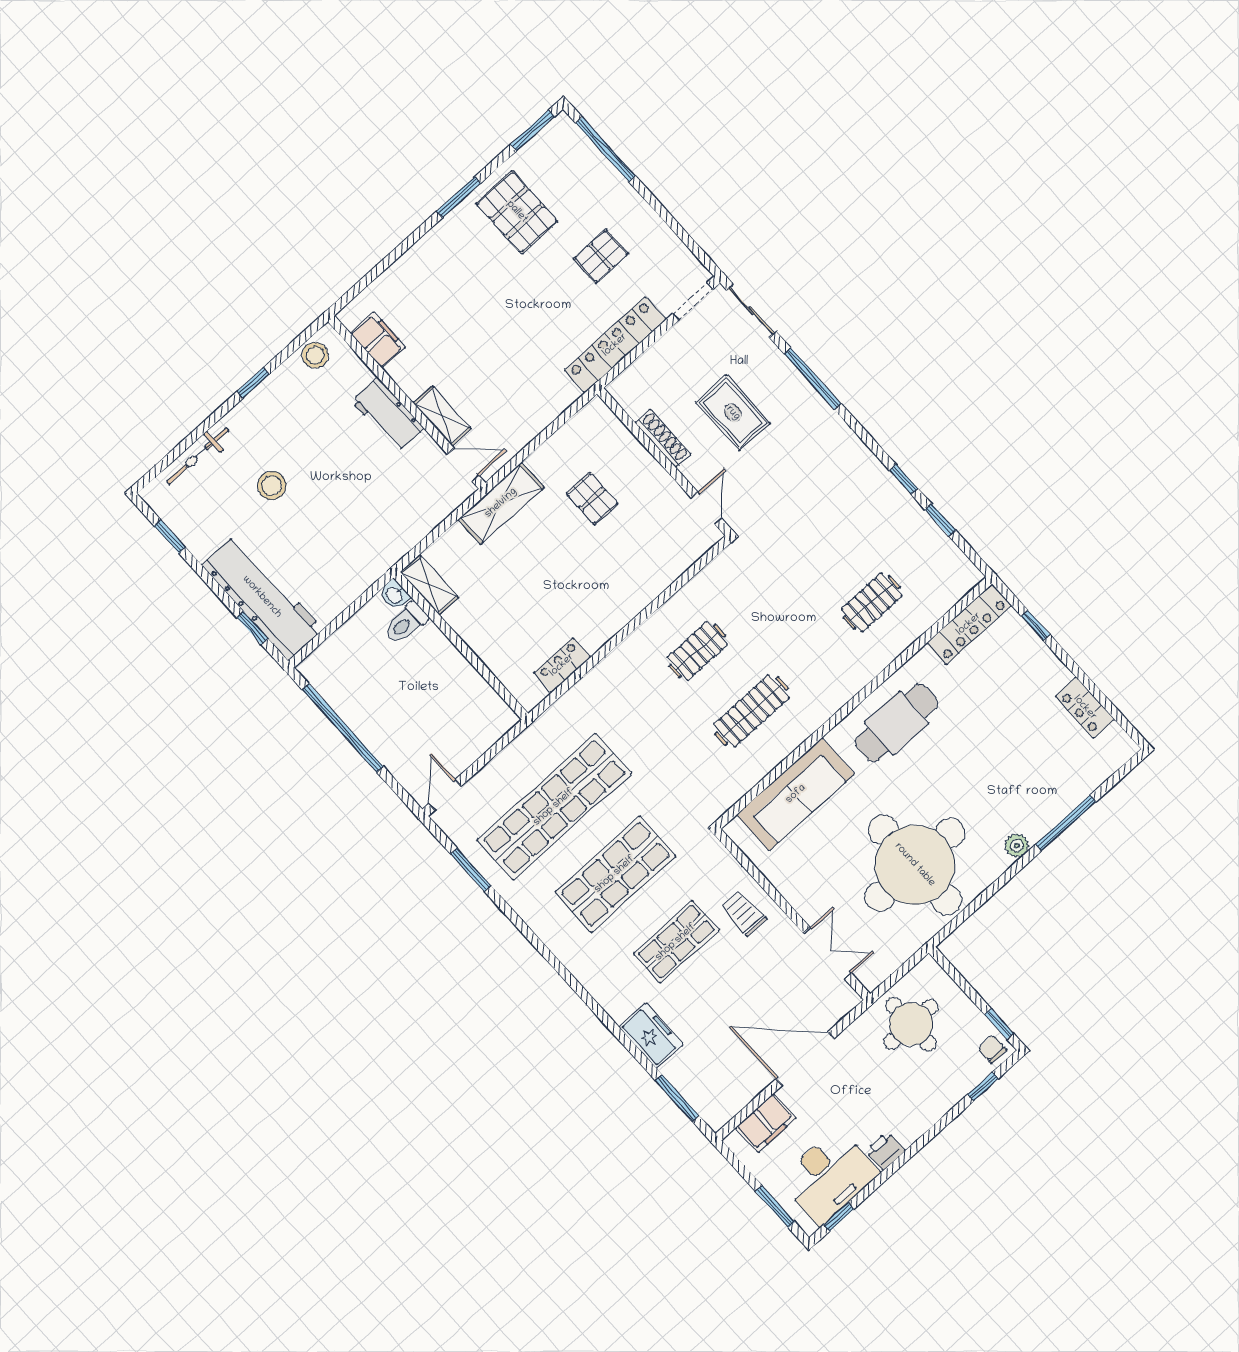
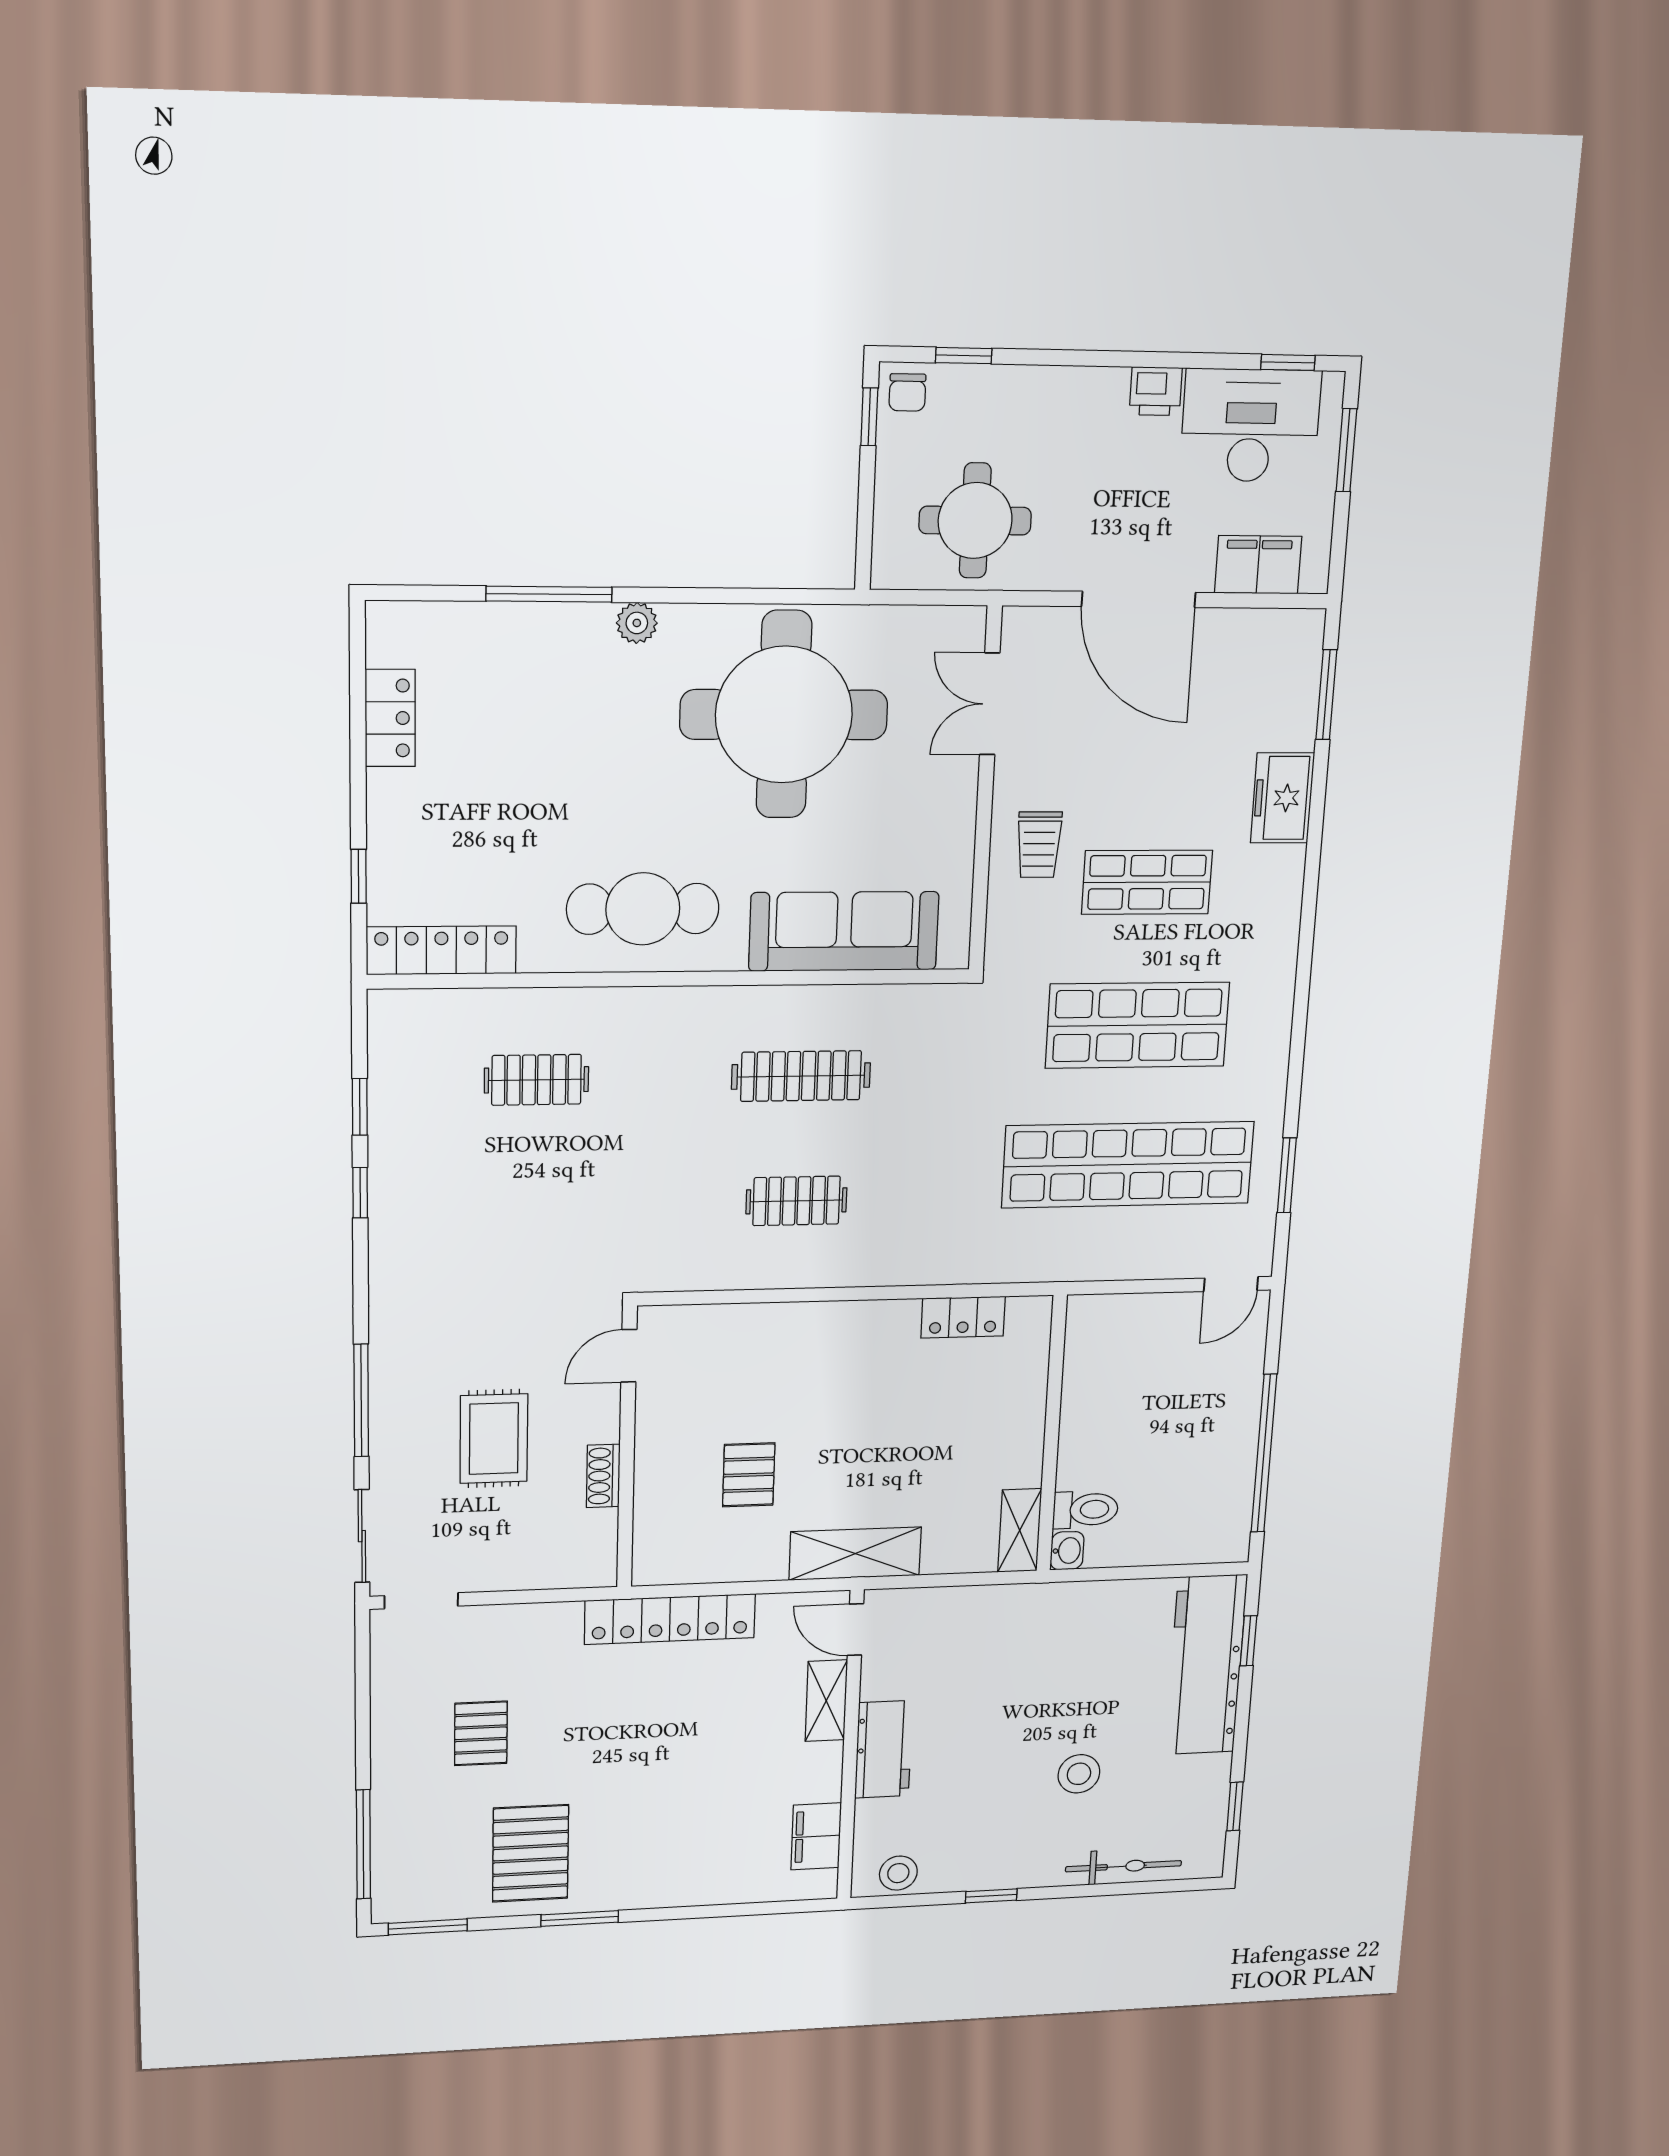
pallet: (601, 256) -> (481, 1733), turned 90
locker: (615, 345) -> (670, 1619), moved
shoe rack: (663, 438) -> (603, 1476), width x0.70

